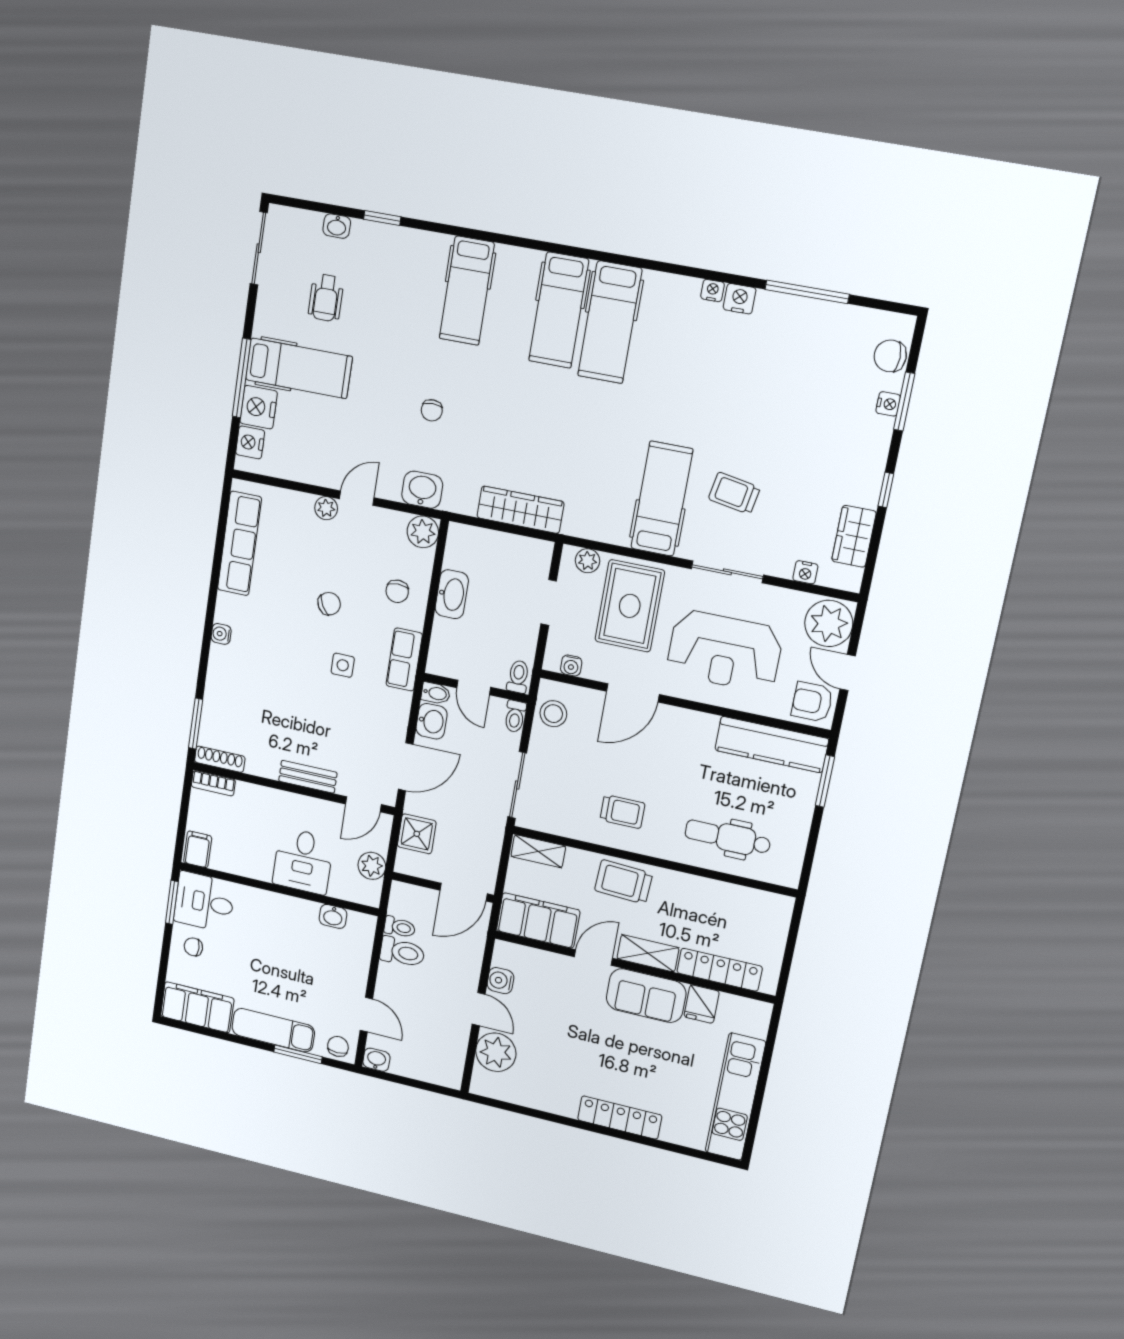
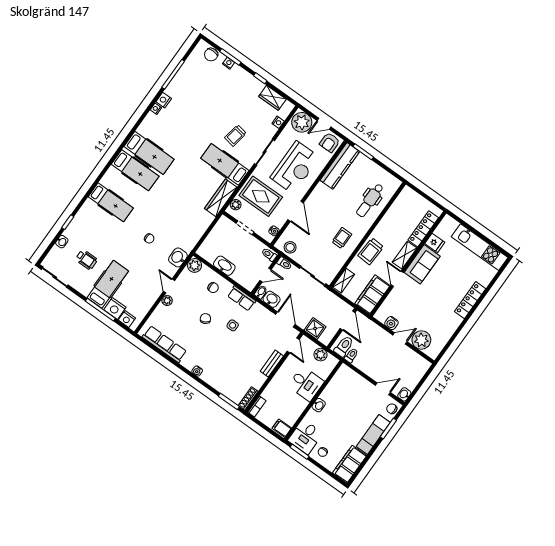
wardrobe: (520, 510) -> (221, 198), moved
washbasin: (333, 916) -> (319, 405), moved
toilet: (402, 952) -> (344, 346), moved

